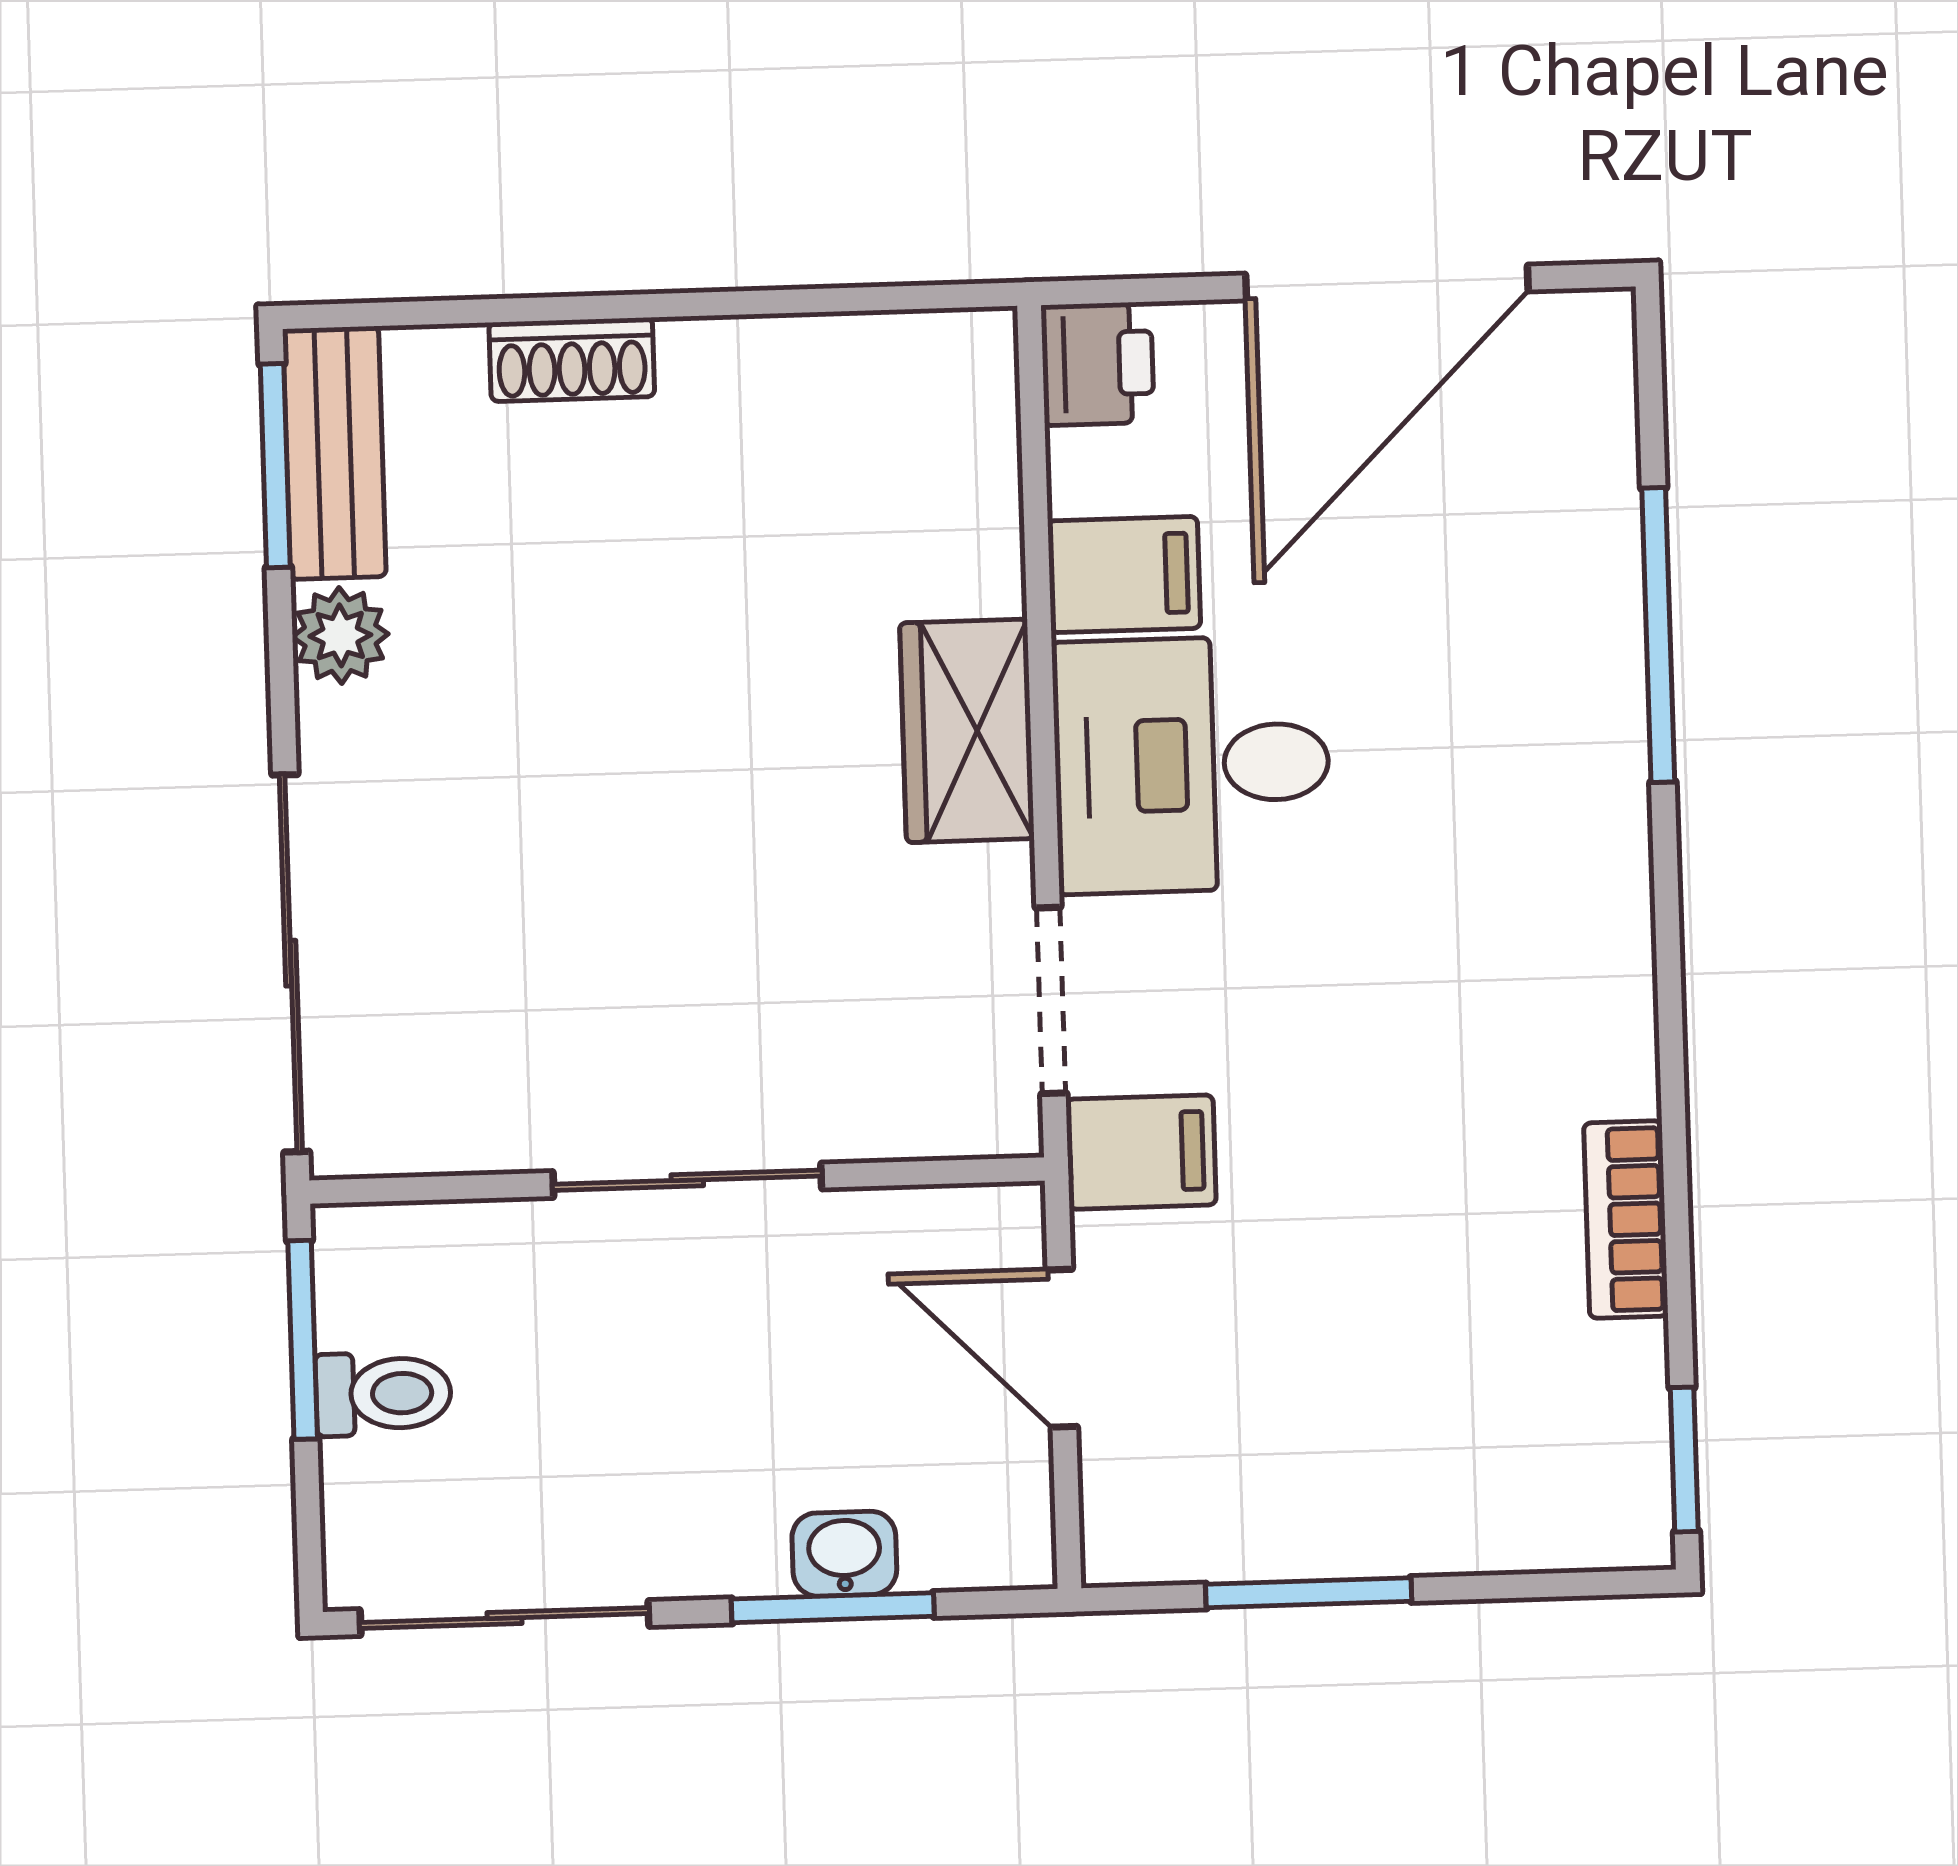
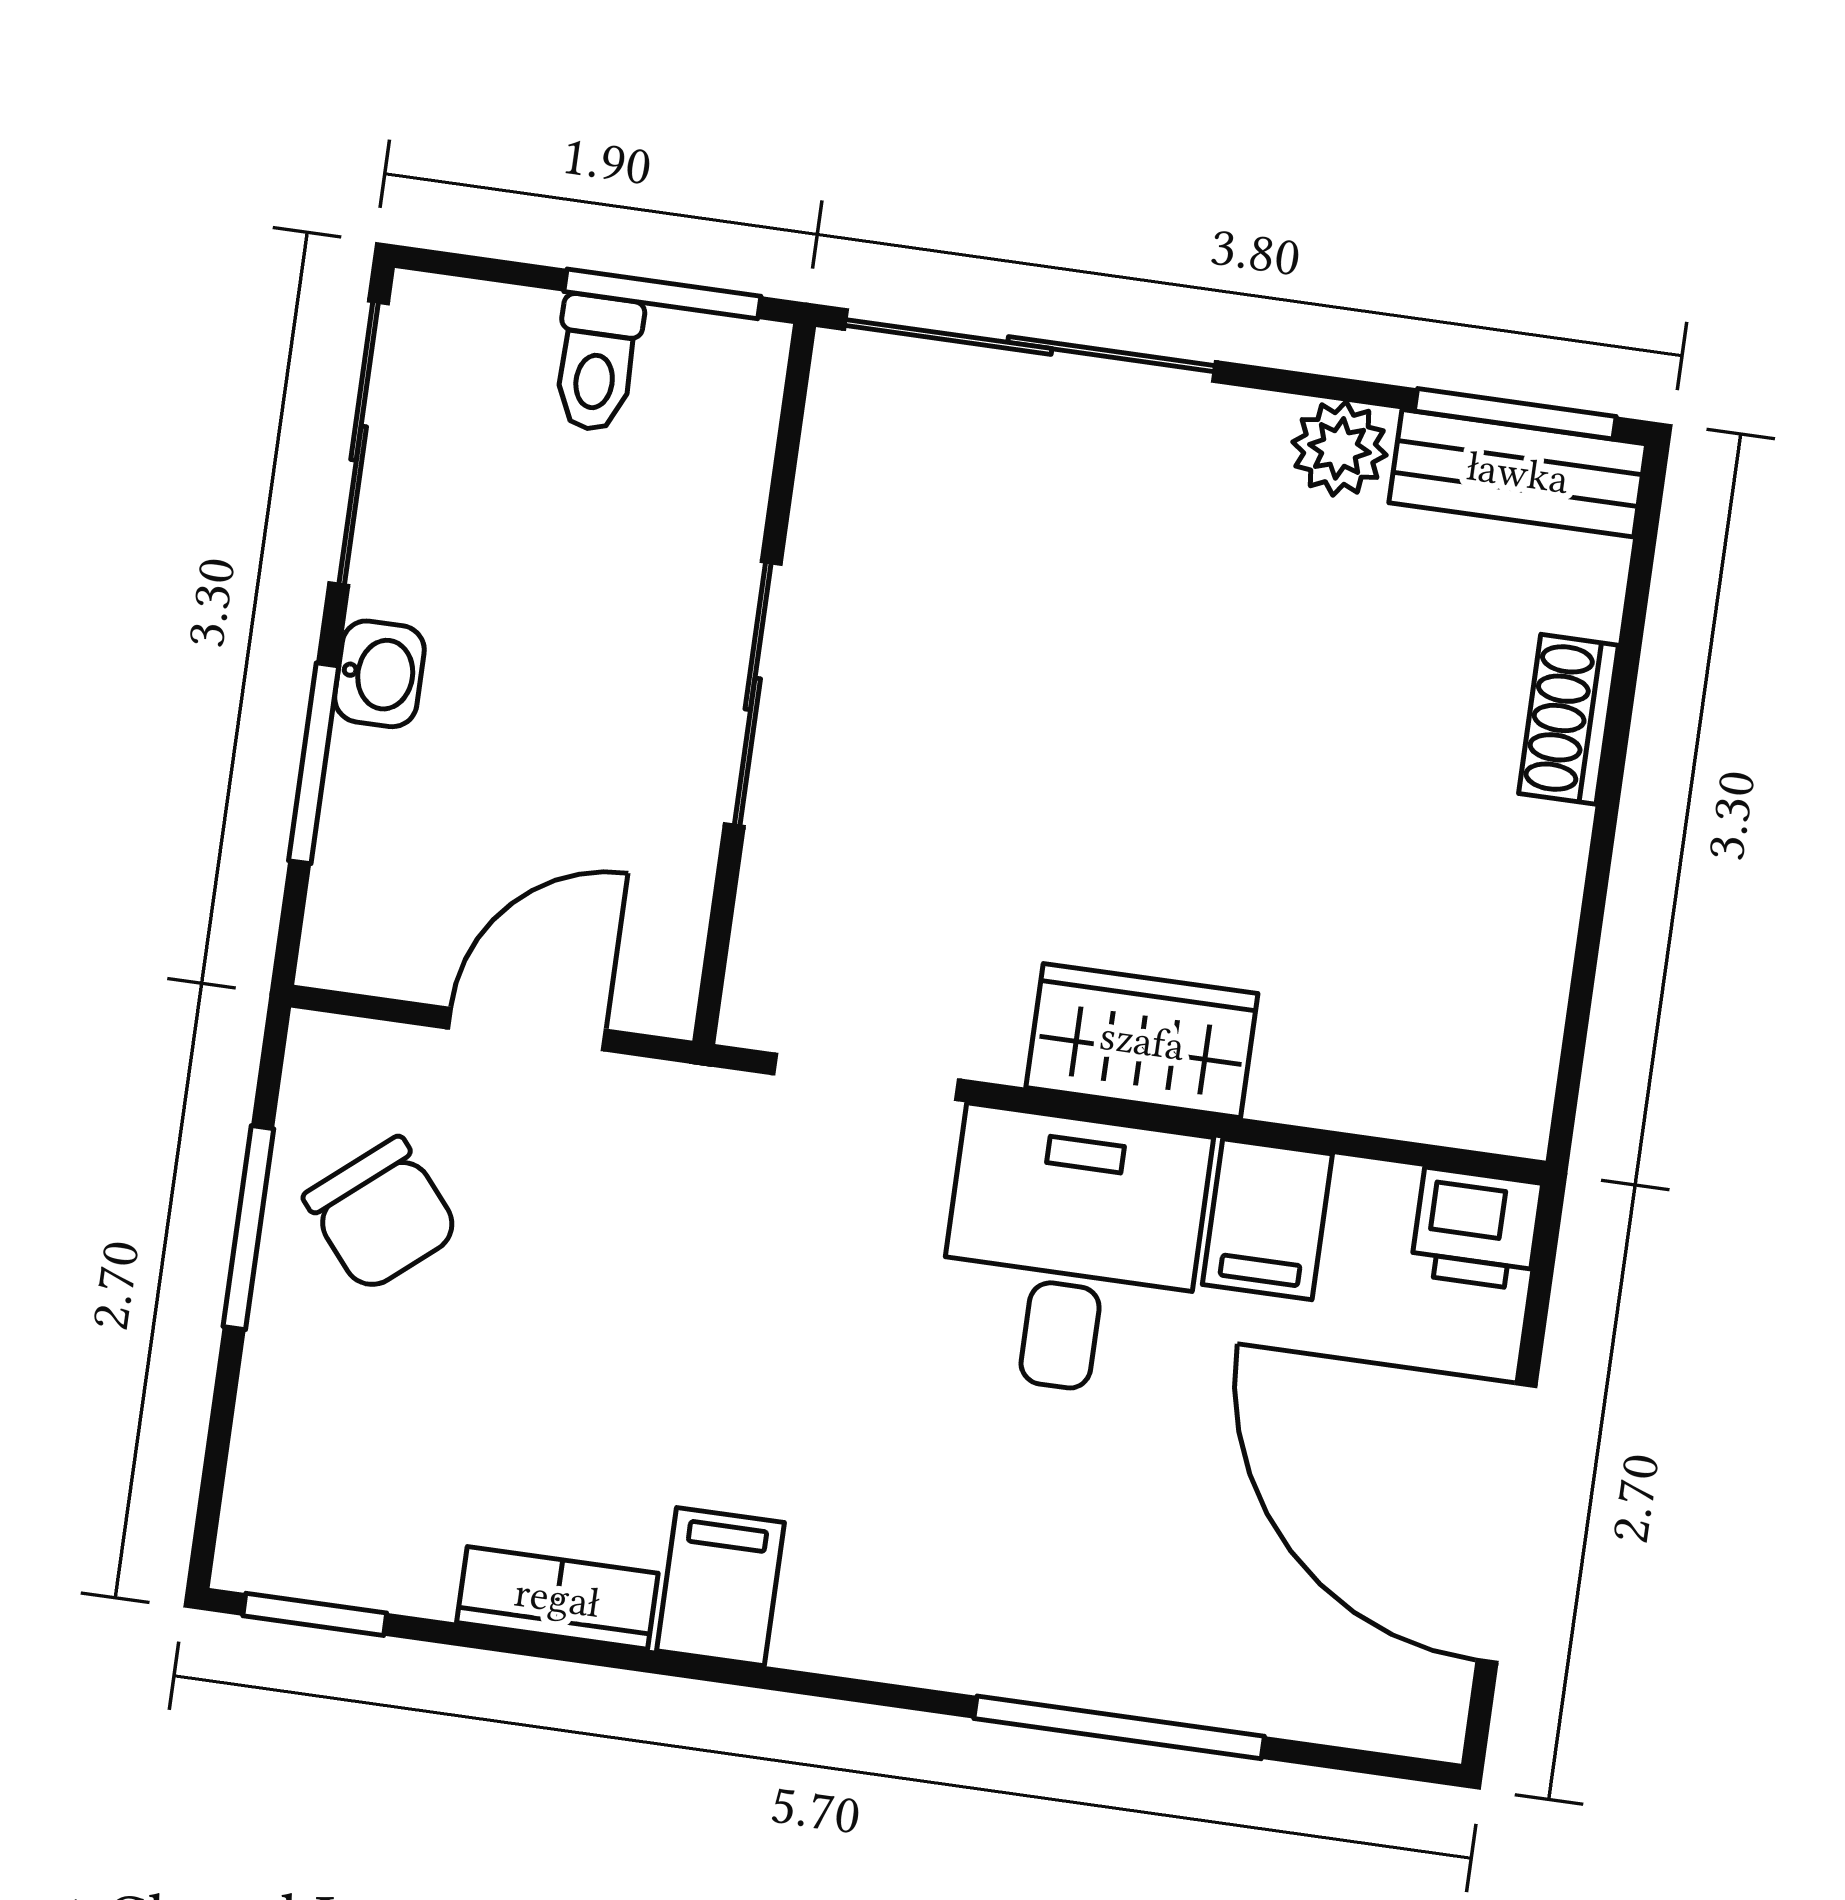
filing cabinet: (1141, 1152) -> (720, 1587), moved, turned 180
chair: (1272, 1462) -> (382, 1214), added
washbasin: (844, 1554) -> (379, 674), moved

